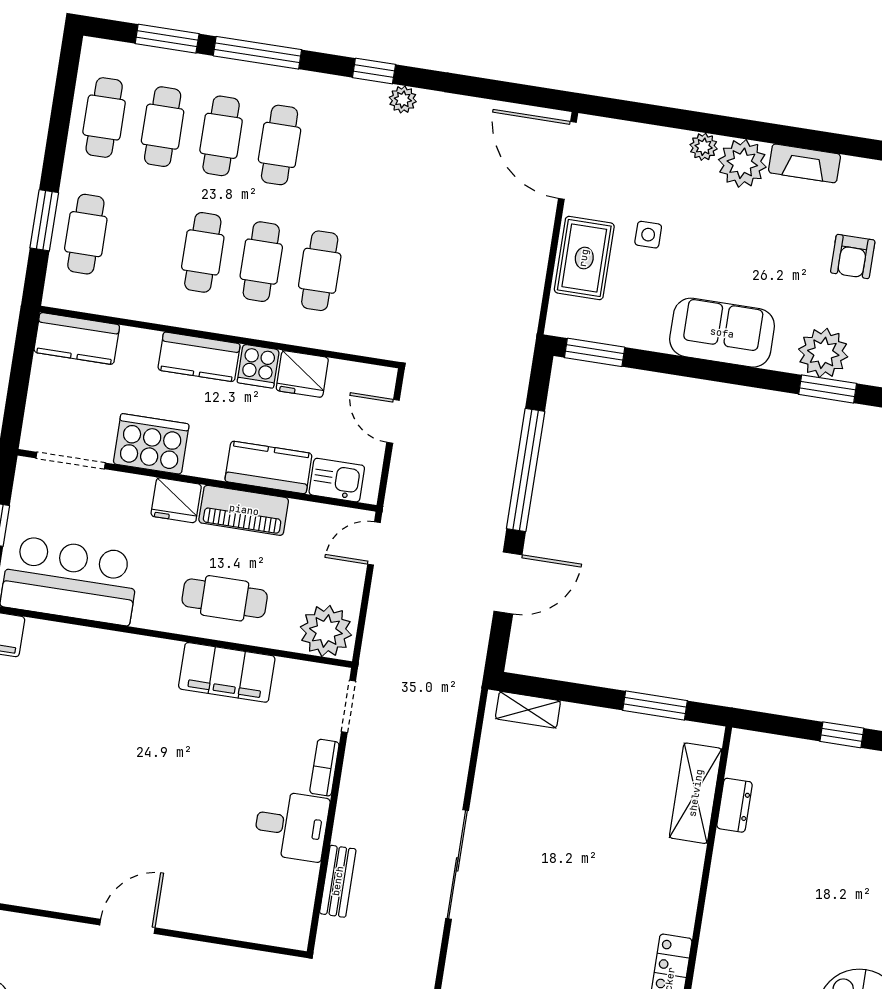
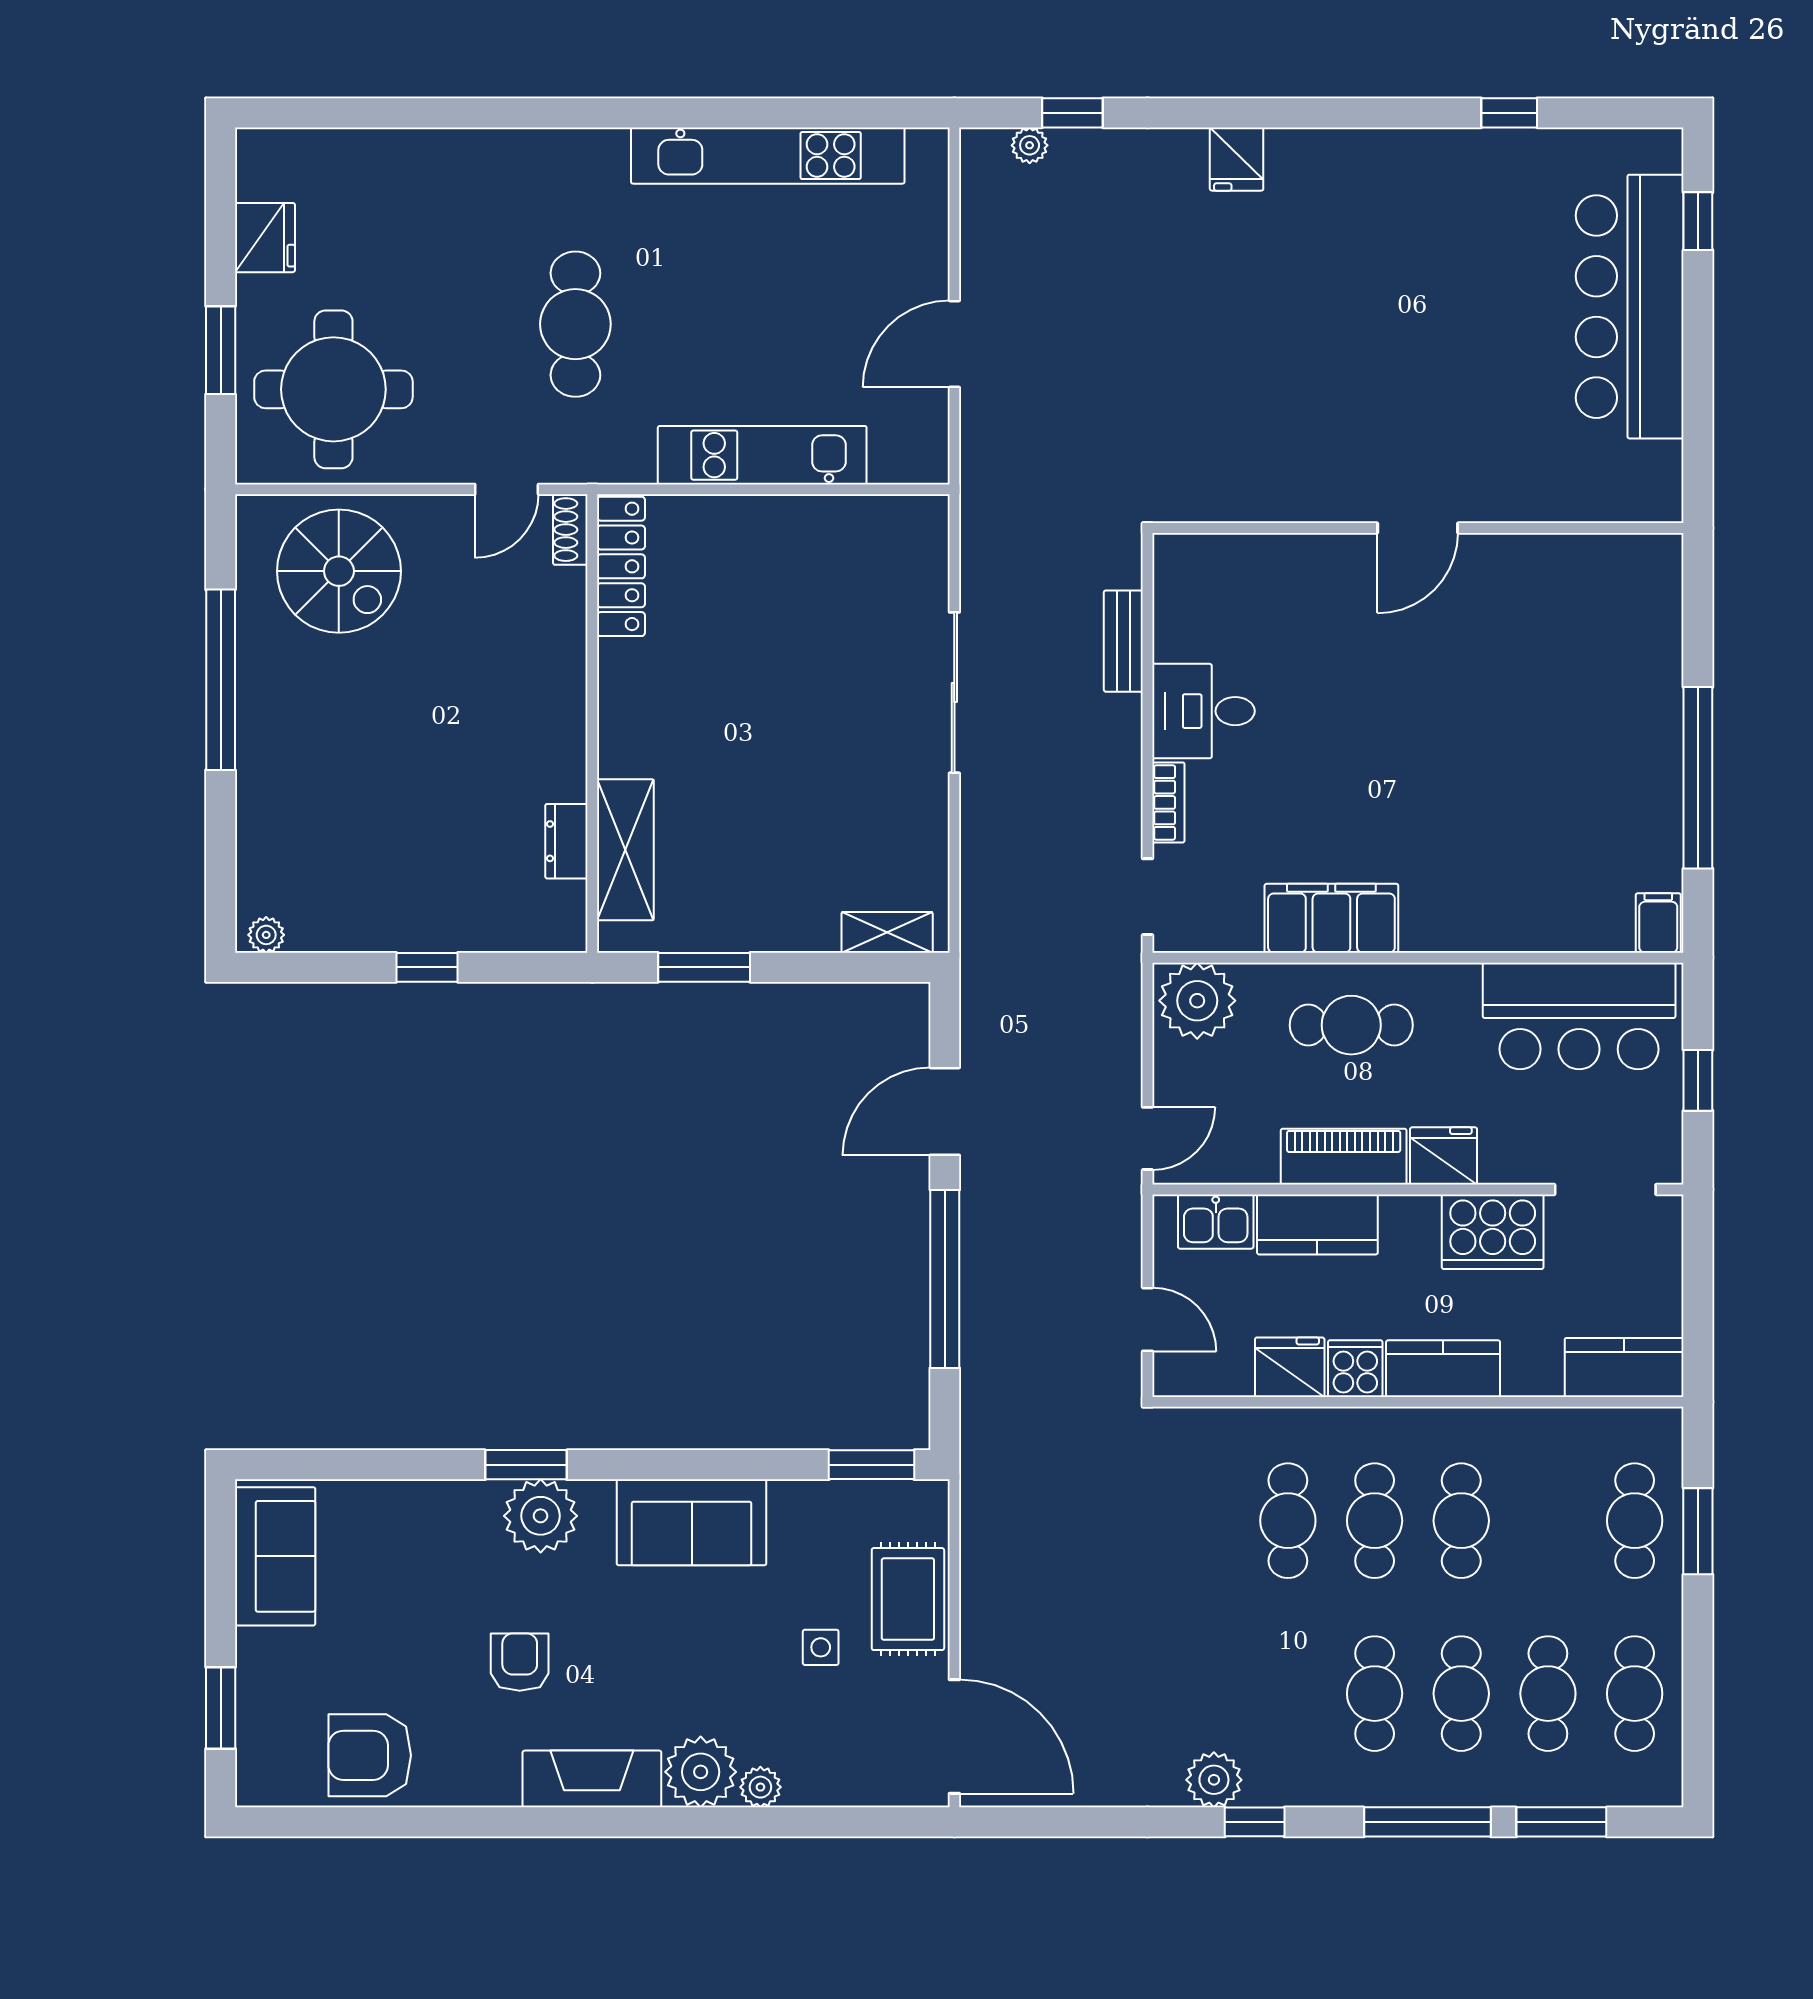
plant: (403, 99) -> (1214, 1780), width x1.38, depth x1.38
fireplace: (804, 163) -> (592, 1779), width x1.37, depth x1.32

